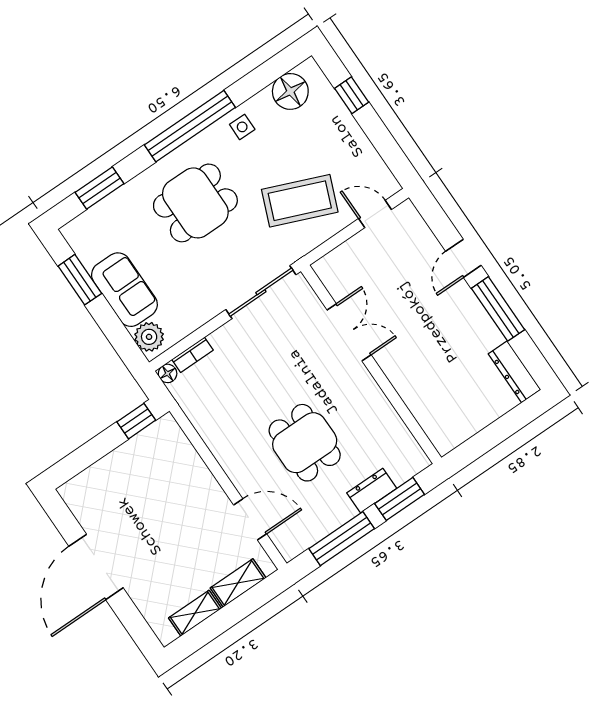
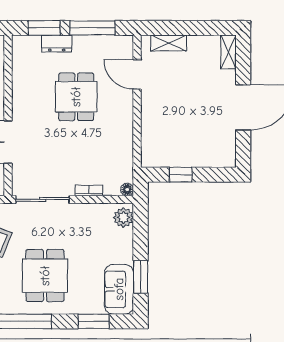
dining table: (195, 203) -> (45, 276), turned 90
sofa: (124, 290) -> (119, 289), moved
bookcase: (193, 355) -> (89, 190), moved
window: (136, 421) -> (181, 175), moved
shelving: (195, 613) -> (228, 52), moved, turned 90

